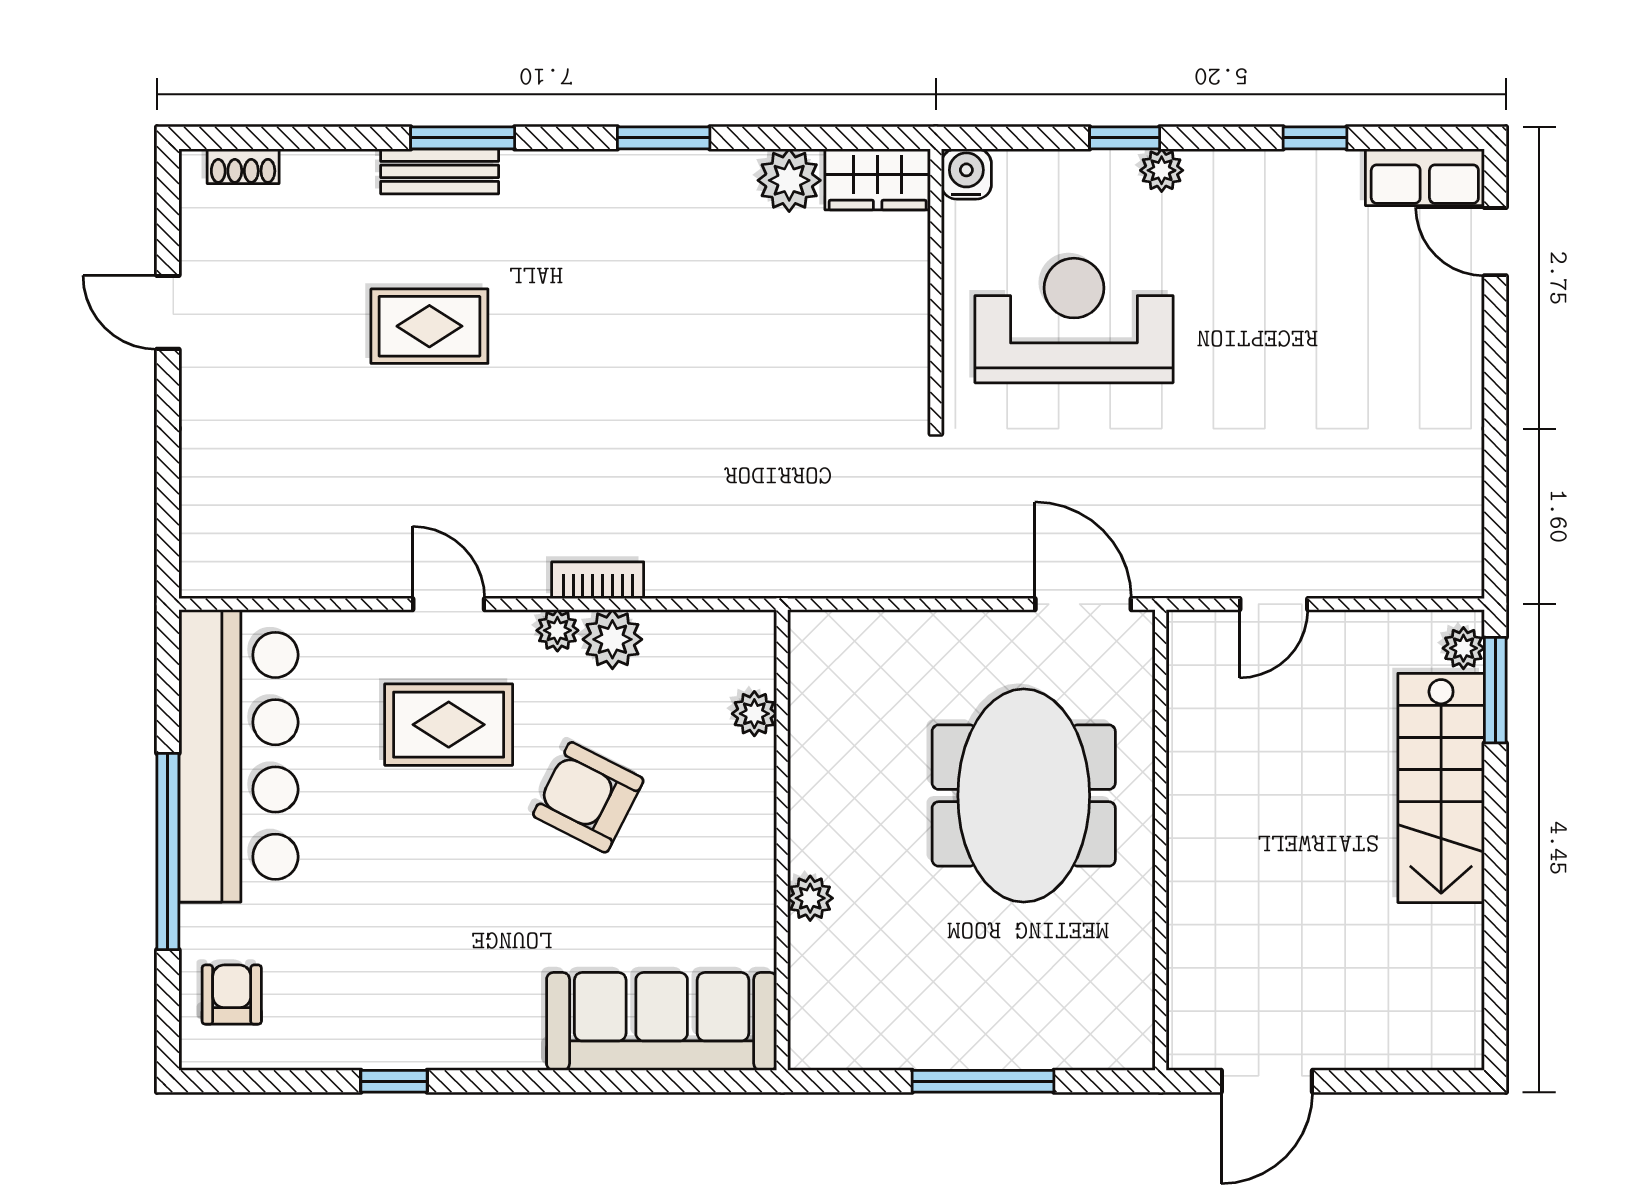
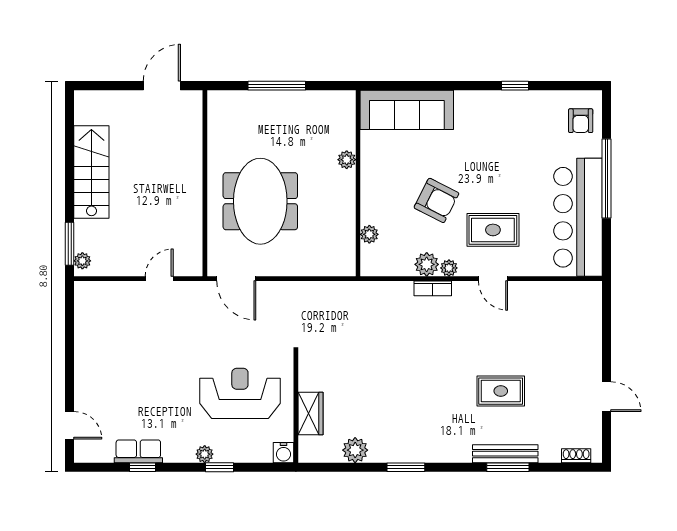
window: (463, 138) -> (508, 467), moved
bench: (440, 171) -> (505, 454), width x1.36
row of seats: (1425, 177) -> (138, 451), moved
wardrobe: (878, 179) -> (310, 414), moved, turned 90
reception desk: (1074, 320) -> (240, 393), turned 180
stairs: (1441, 788) -> (91, 172), moved

